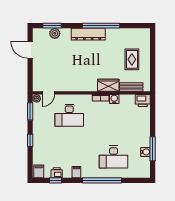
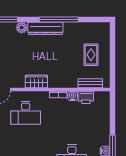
plant: (55, 33) -> (22, 28), moved
wardrobe: (108, 85) -> (36, 82), moved
printer: (143, 100) -> (86, 97), moved

